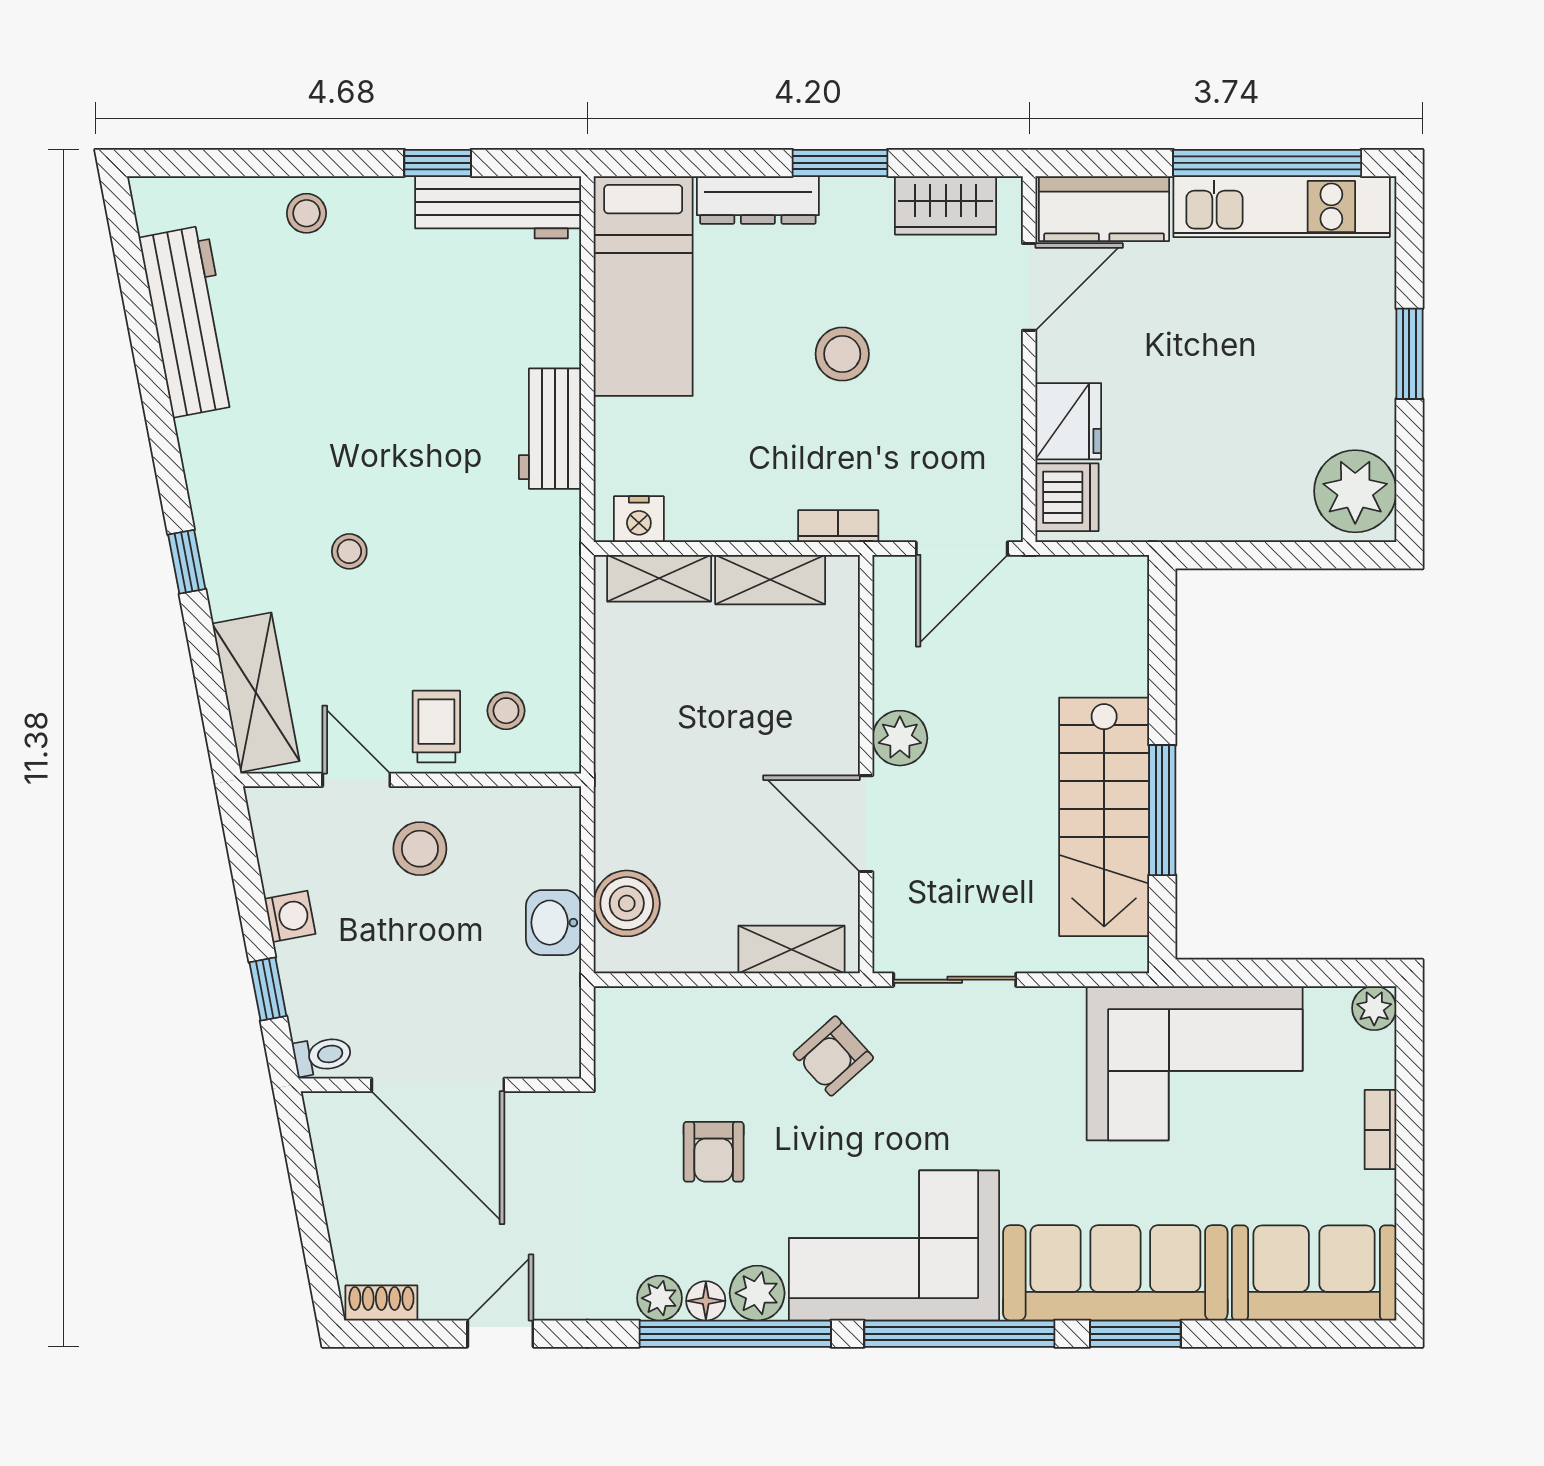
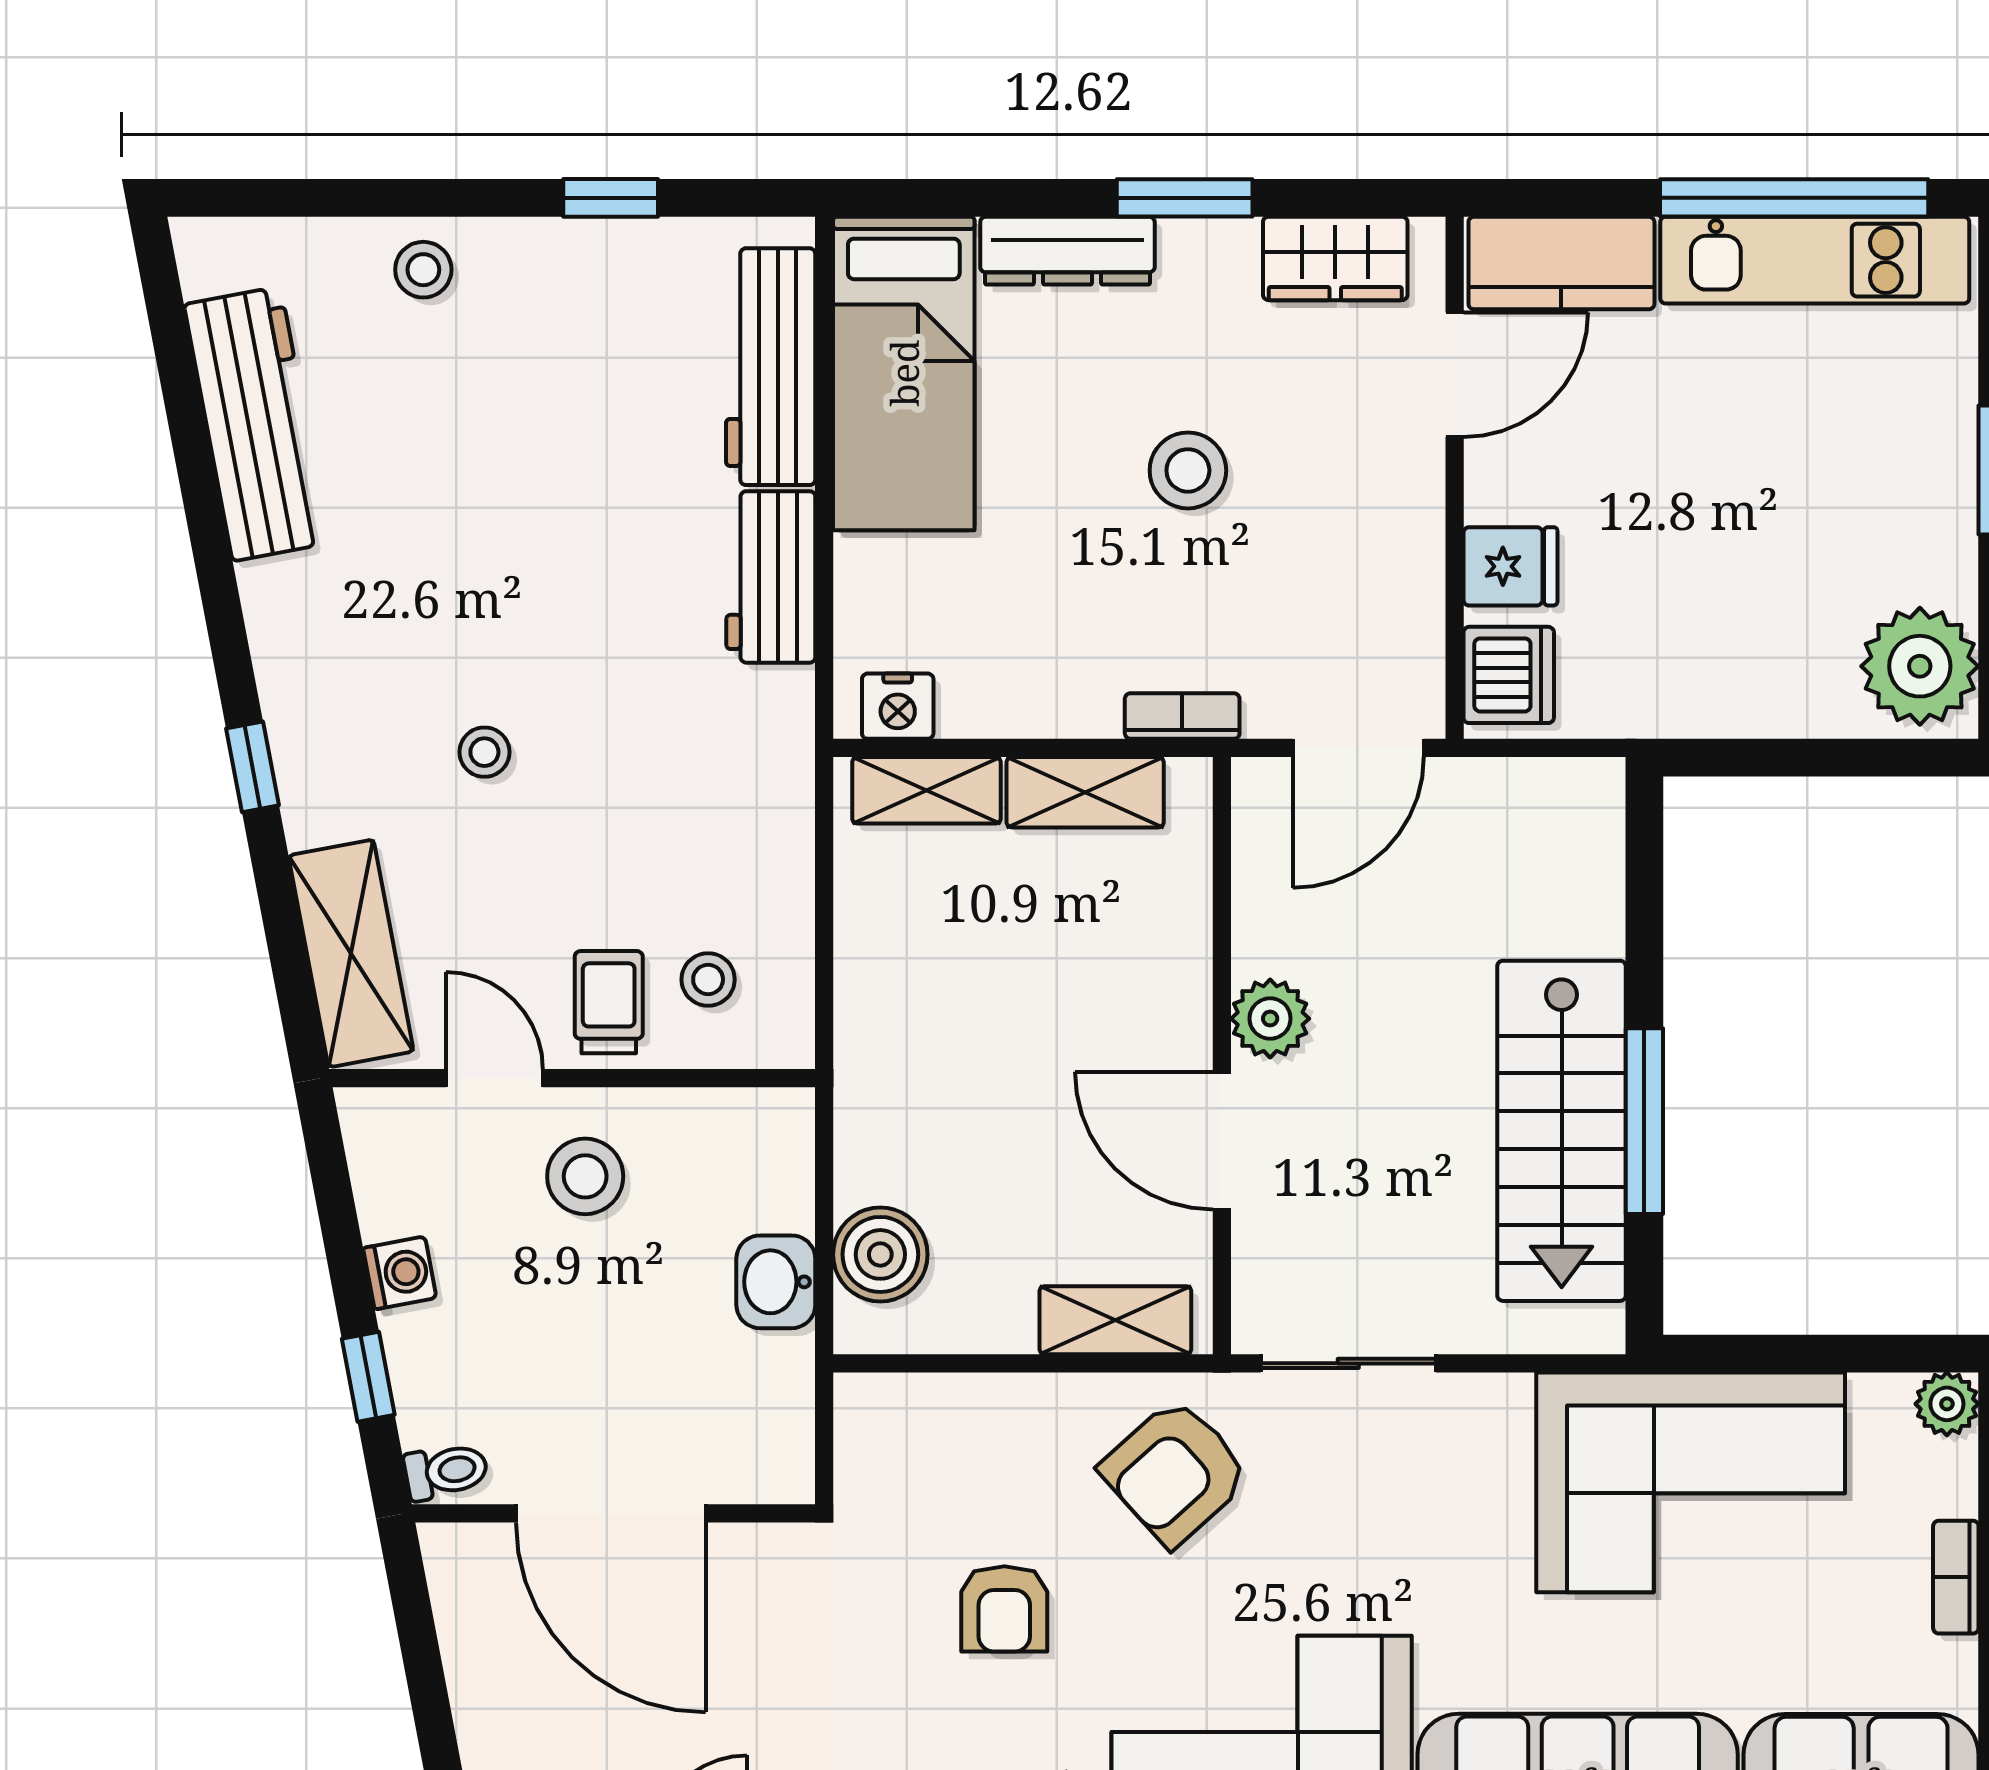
workbench: (498, 207) -> (771, 367), moved, turned 90
fridge: (1068, 421) -> (1510, 566), width x0.72
armchair: (833, 1056) -> (1175, 1472), width x1.38, depth x1.38

